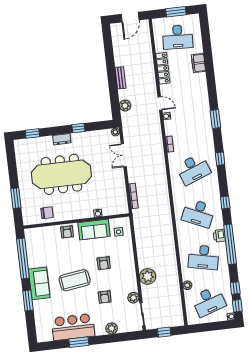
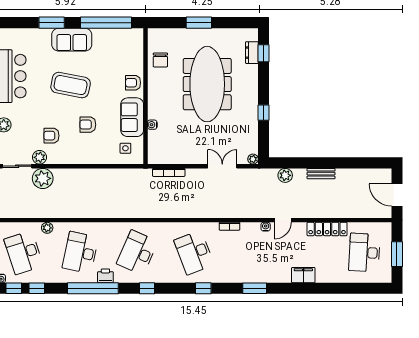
filing cabinet: (198, 63) -> (303, 275), moved
dresser: (62, 139) -> (252, 53), moved
window: (16, 198) -> (199, 23), moved
plant: (148, 277) -> (43, 178), moved
coffee table: (75, 280) -> (71, 85), turned -71
armchair: (105, 297) -> (51, 136), moved

